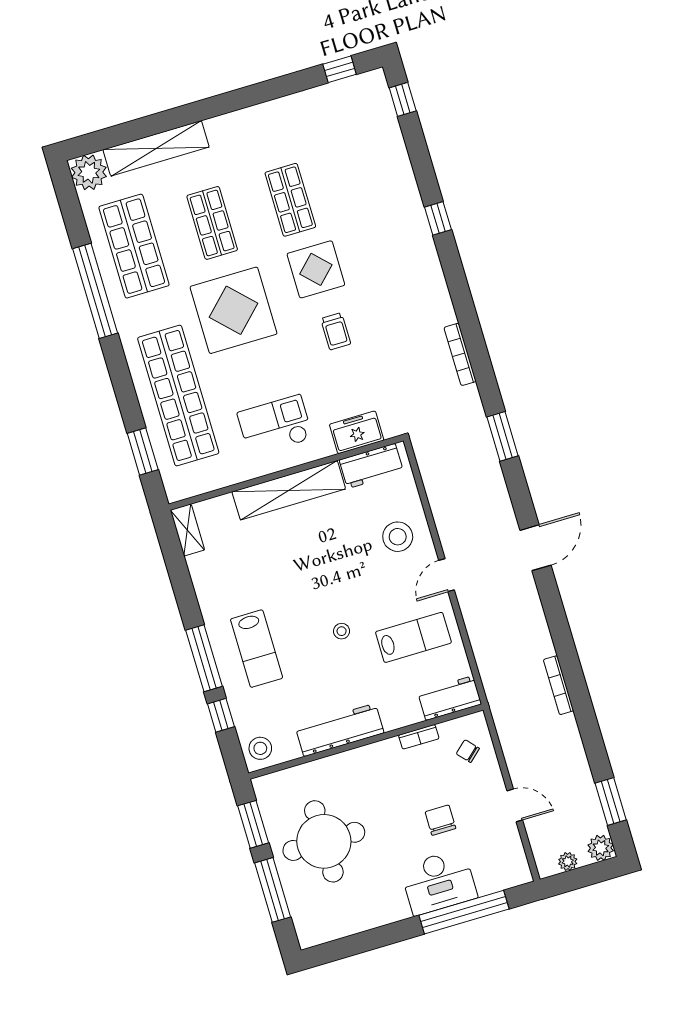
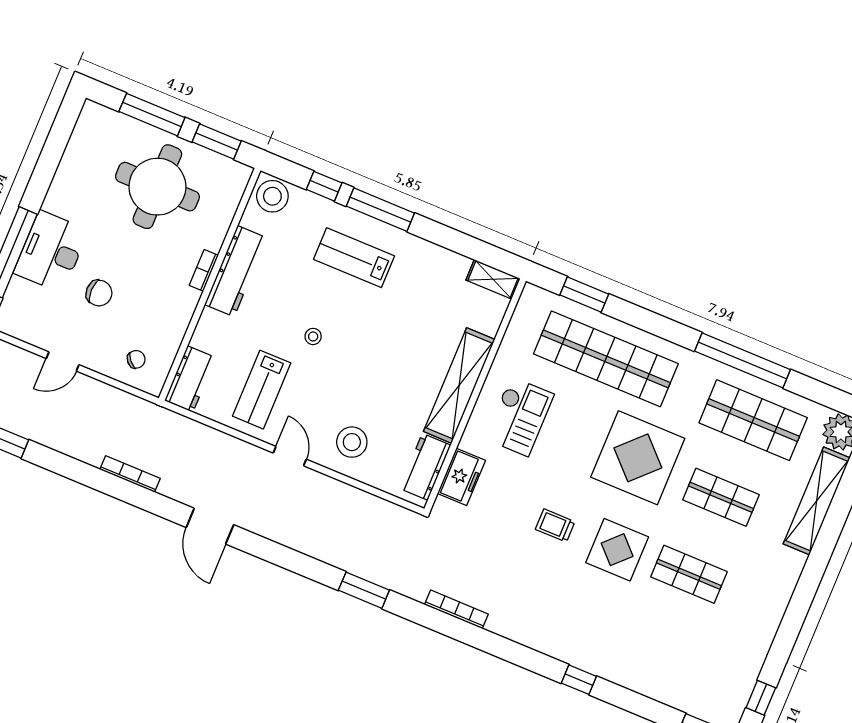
door: (536, 548) -> (210, 526), moved
bookcase: (419, 737) -> (204, 270), moved
stool: (260, 748) -> (272, 196), width x1.38, depth x1.38

